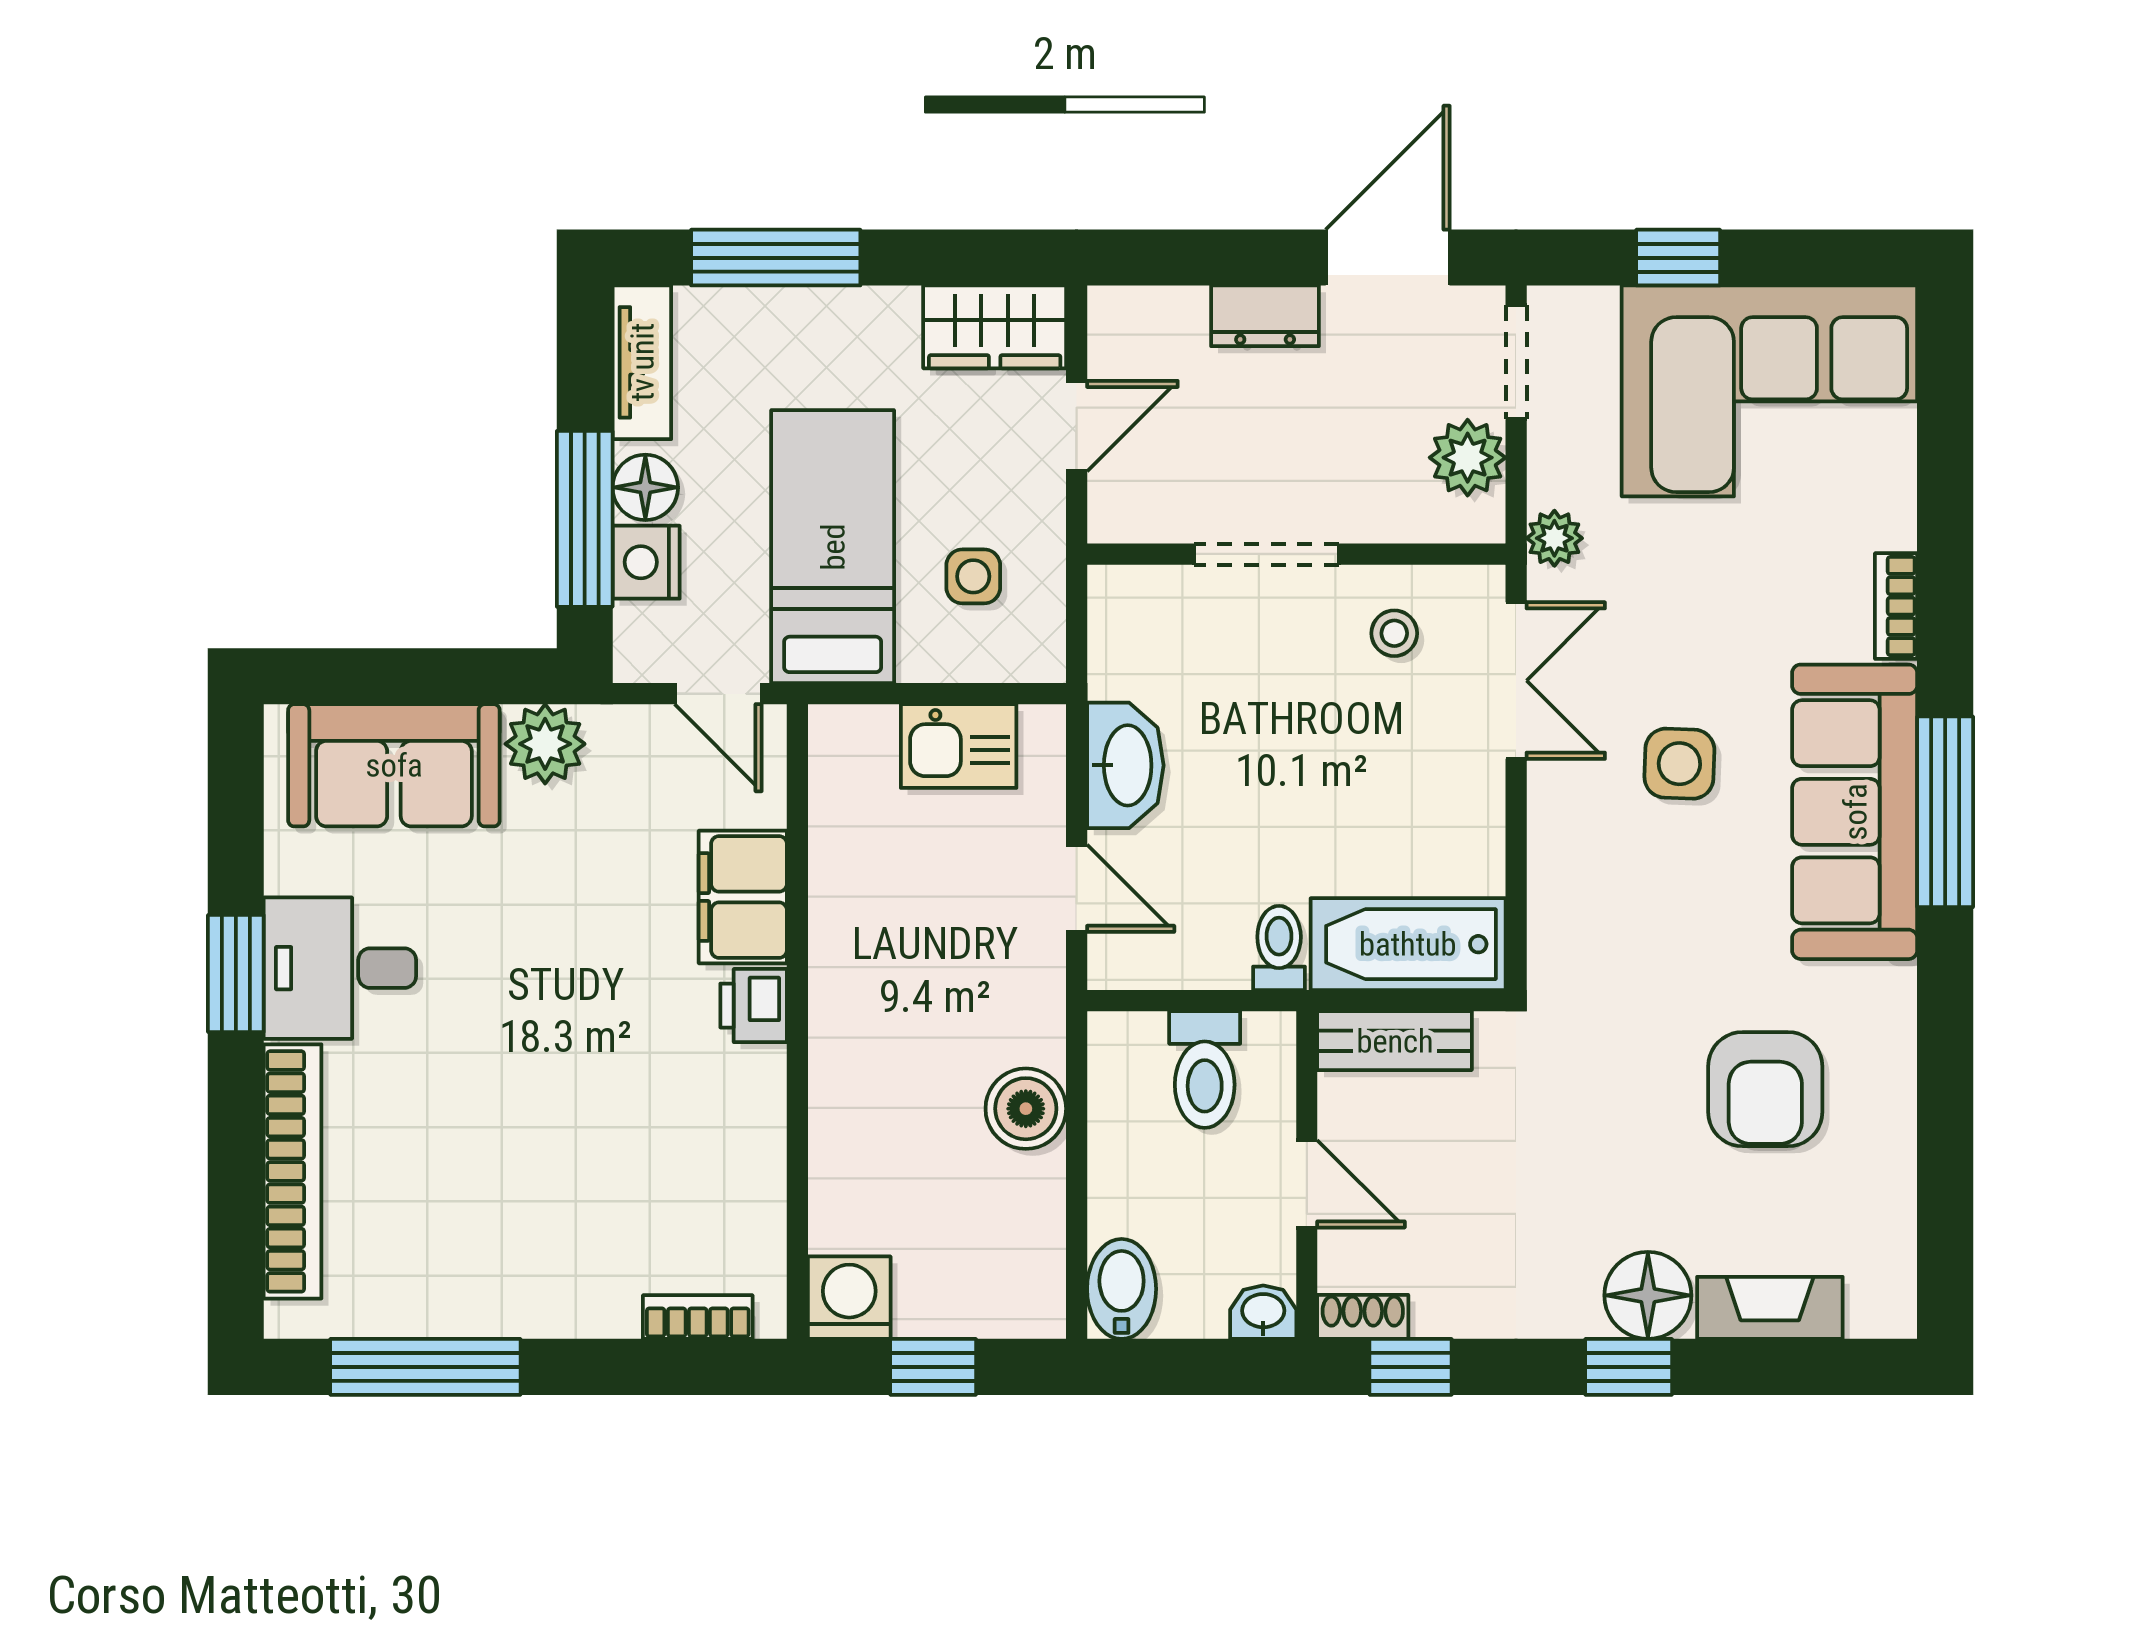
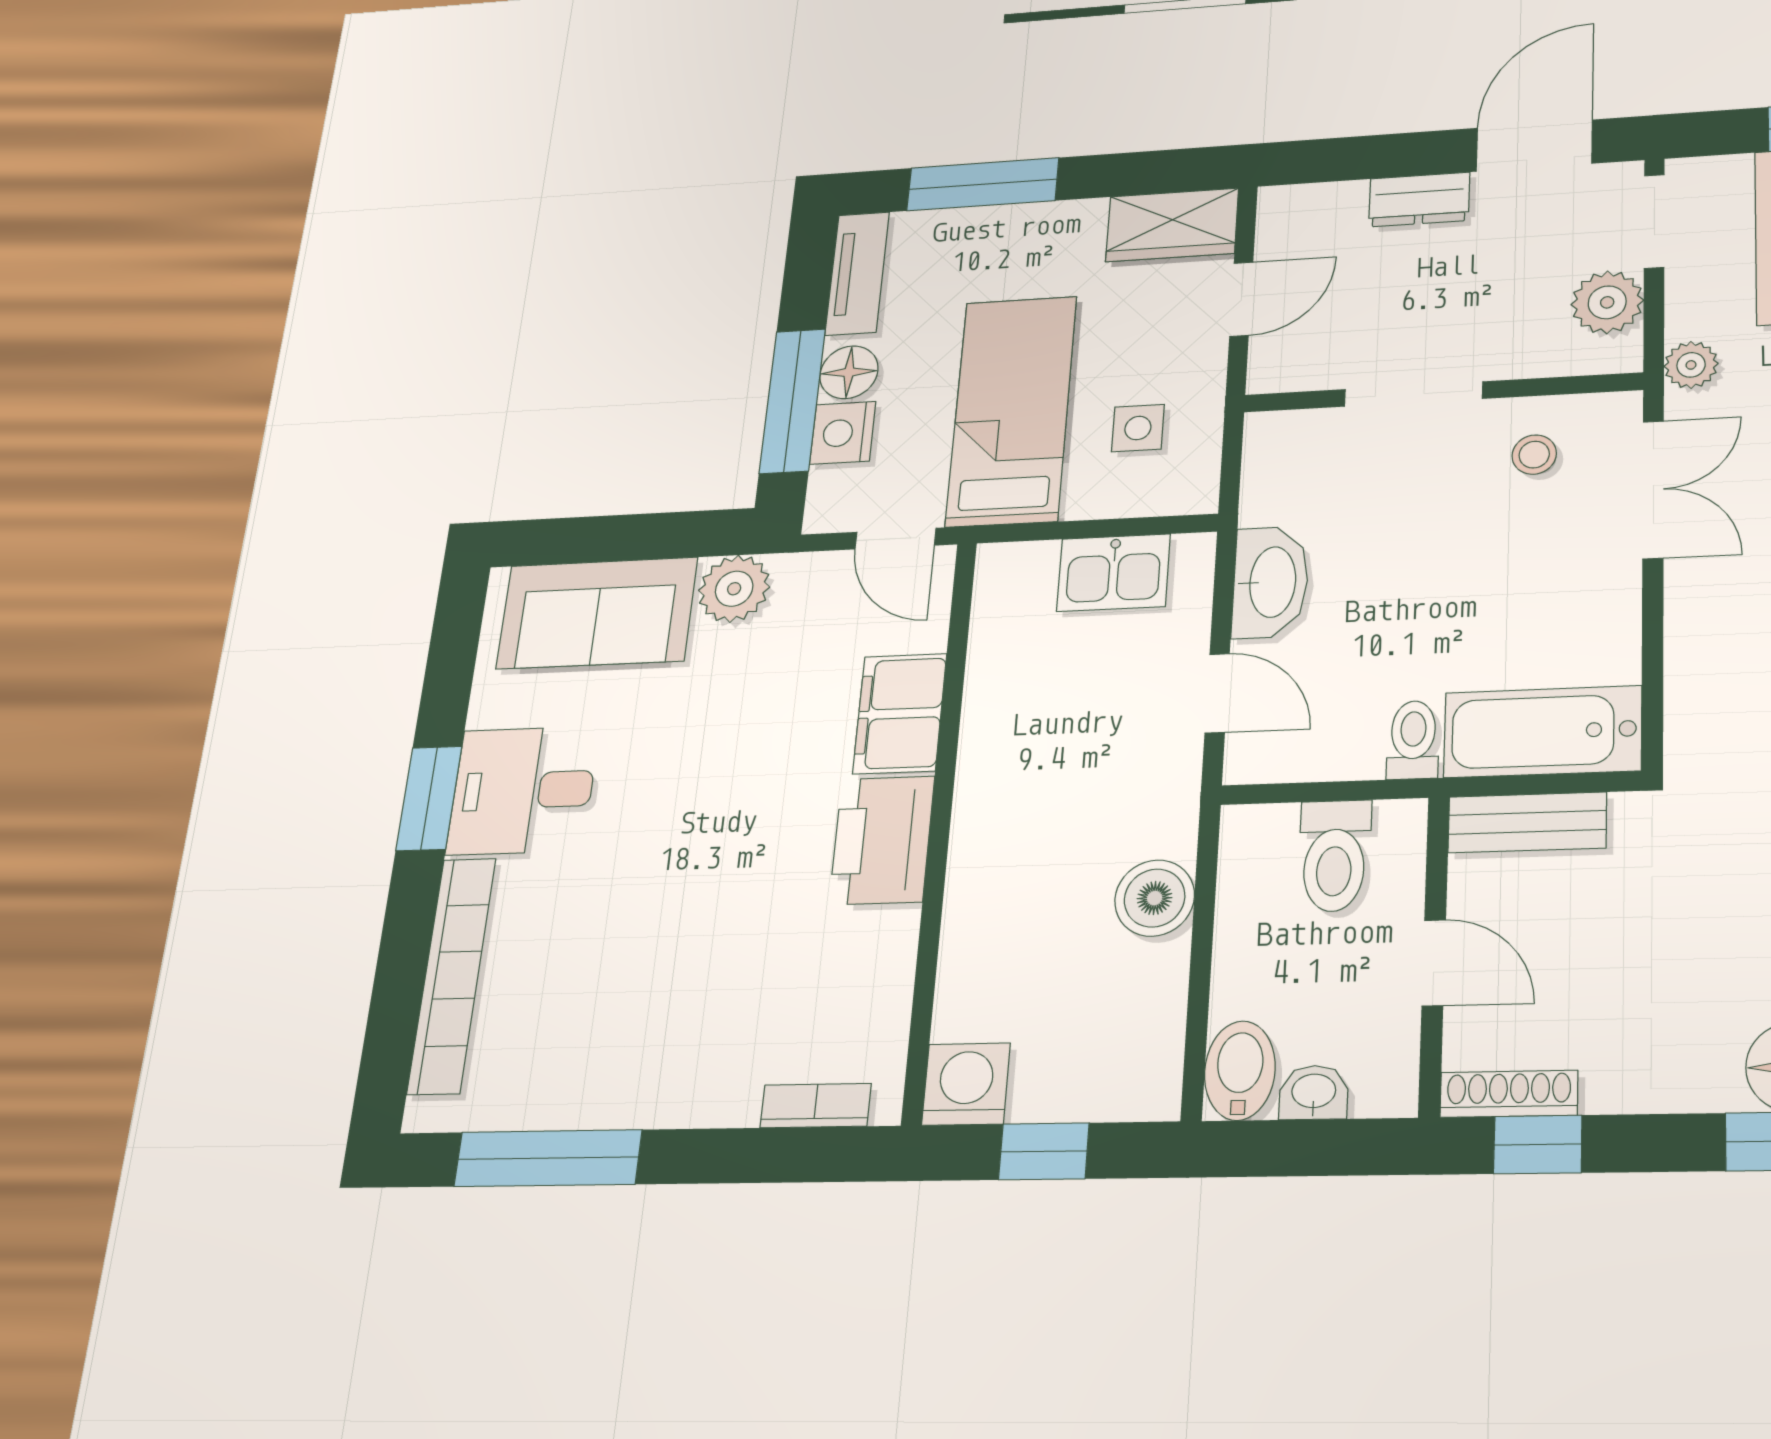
printer: (754, 1006) -> (882, 840), width x1.87, depth x1.48
washbasin: (1263, 1312) -> (1314, 1092), moved
shoe rack: (1363, 1317) -> (1509, 1094), width x1.43

